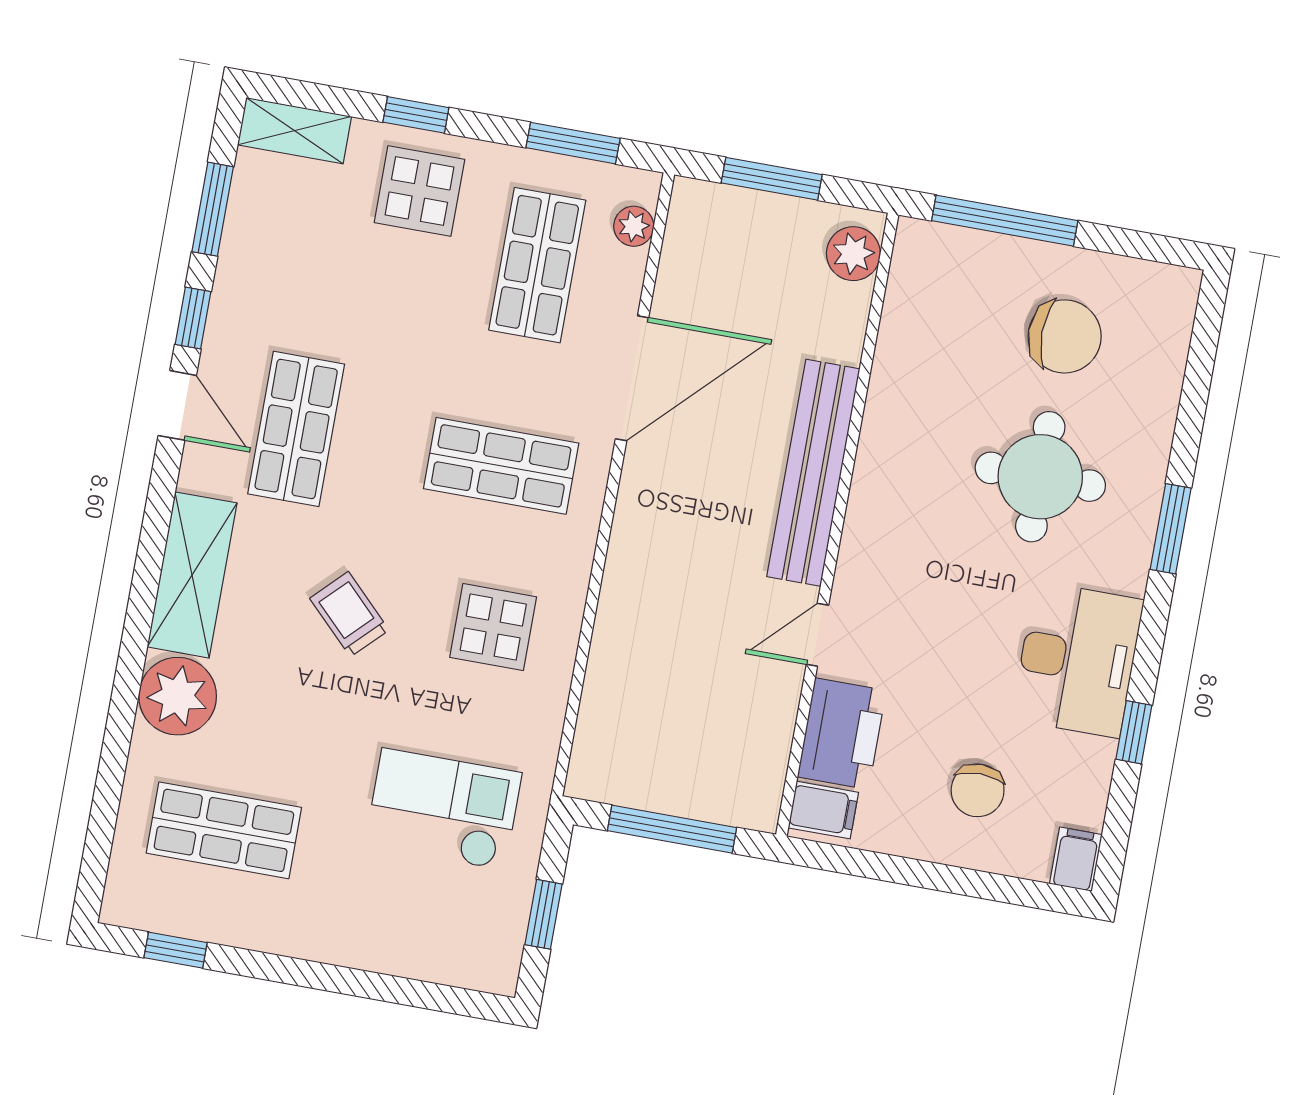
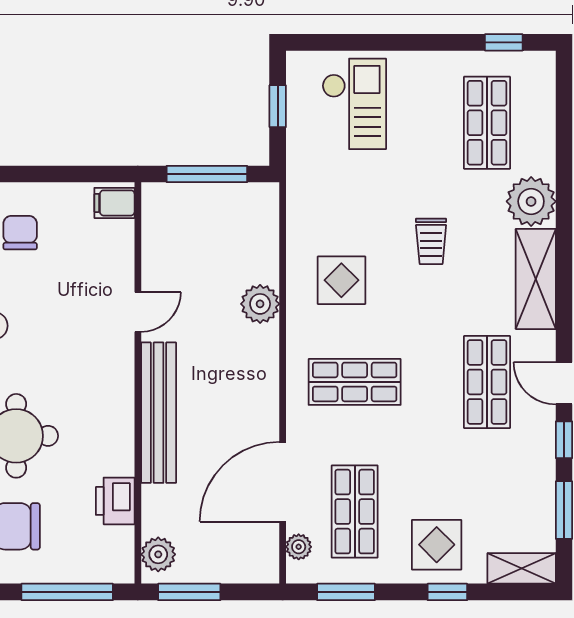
window: (772, 179) -> (189, 592), moved
door: (632, 378) -> (283, 482), moved
plant: (626, 613) -> (260, 304), added
trolley: (349, 614) -> (431, 241), moved, turned 45
printer: (842, 734) -> (115, 501), moved, width x0.73, depth x0.84
checkout: (443, 809) -> (354, 104), moved, turned -90
shop shelf: (224, 830) -> (487, 123), turned 90

